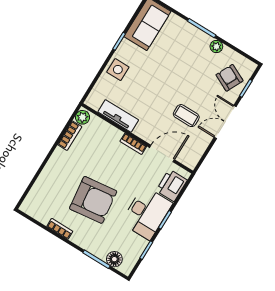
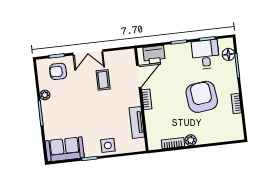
armchair: (229, 78) -> (58, 71), turned 64
plant: (83, 117) -> (191, 140), moved
door: (162, 154) -> (139, 76), swing flipped
desk: (147, 213) -> (206, 54), moved, width x0.73

